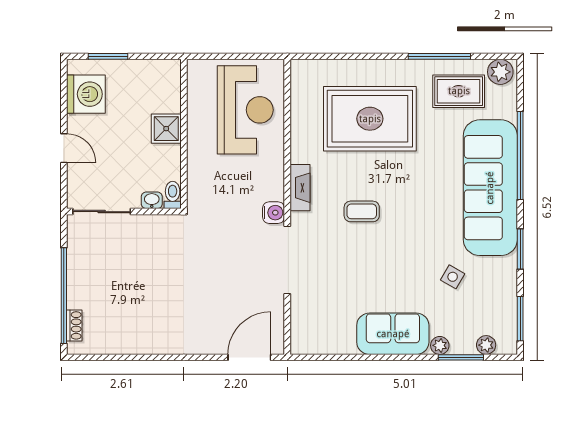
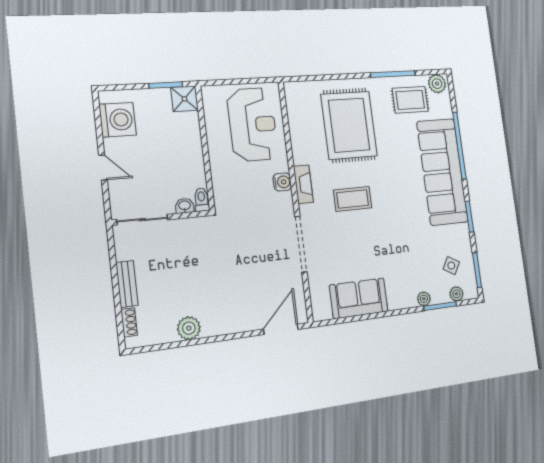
window: (108, 56) -> (166, 85), moved
rug: (370, 119) -> (349, 125), turned 90
shower: (166, 129) -> (185, 99), moved
coffee table: (362, 211) -> (353, 199), width x1.36, depth x1.30
water cooler: (274, 213) -> (282, 182), moved
side table: (453, 277) -> (451, 266), moved
bench: (76, 282) -> (127, 284), added
window: (64, 296) -> (117, 297), removed
sofa: (393, 334) -> (359, 298), moved
plant: (141, 341) -> (189, 328), added

